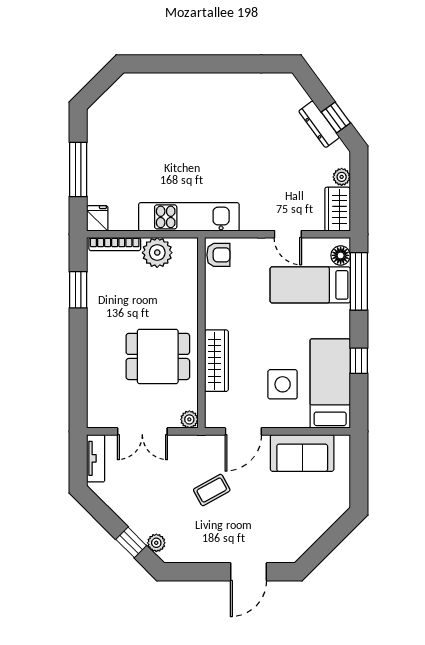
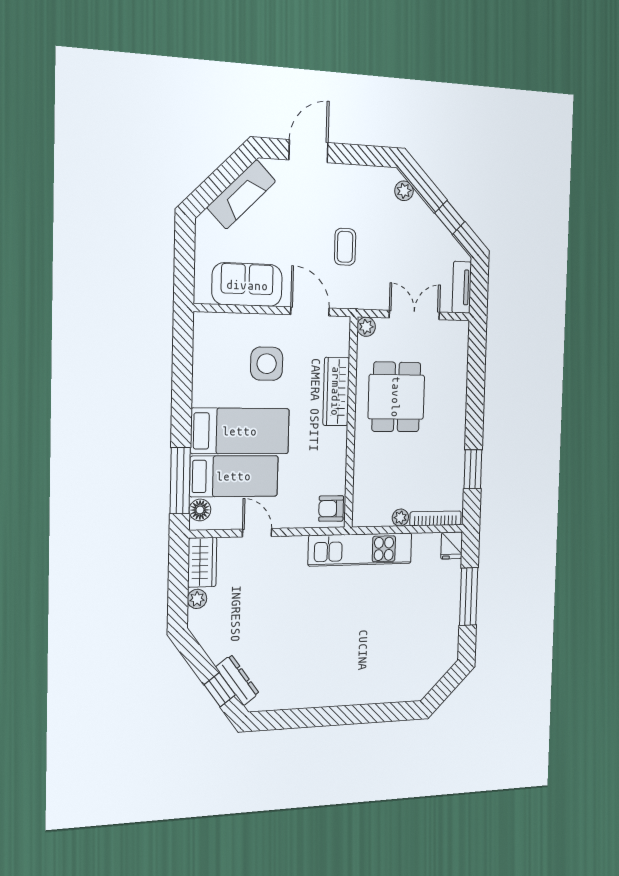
window: (336, 117) -> (220, 690), moved
dresser: (319, 124) -> (237, 680), moved
plant: (157, 253) -> (400, 518), width x0.53, depth x0.53
dining table: (158, 356) -> (396, 397), turned 90
window: (359, 361) -> (182, 389), removed
bed: (330, 384) -> (240, 431), moved, turned -90
door: (243, 431) -> (310, 311), hinge flipped
coffee table: (212, 490) -> (345, 247), turned -61
fireplace: (309, 531) -> (241, 194), added
window: (131, 542) -> (450, 217), moved

